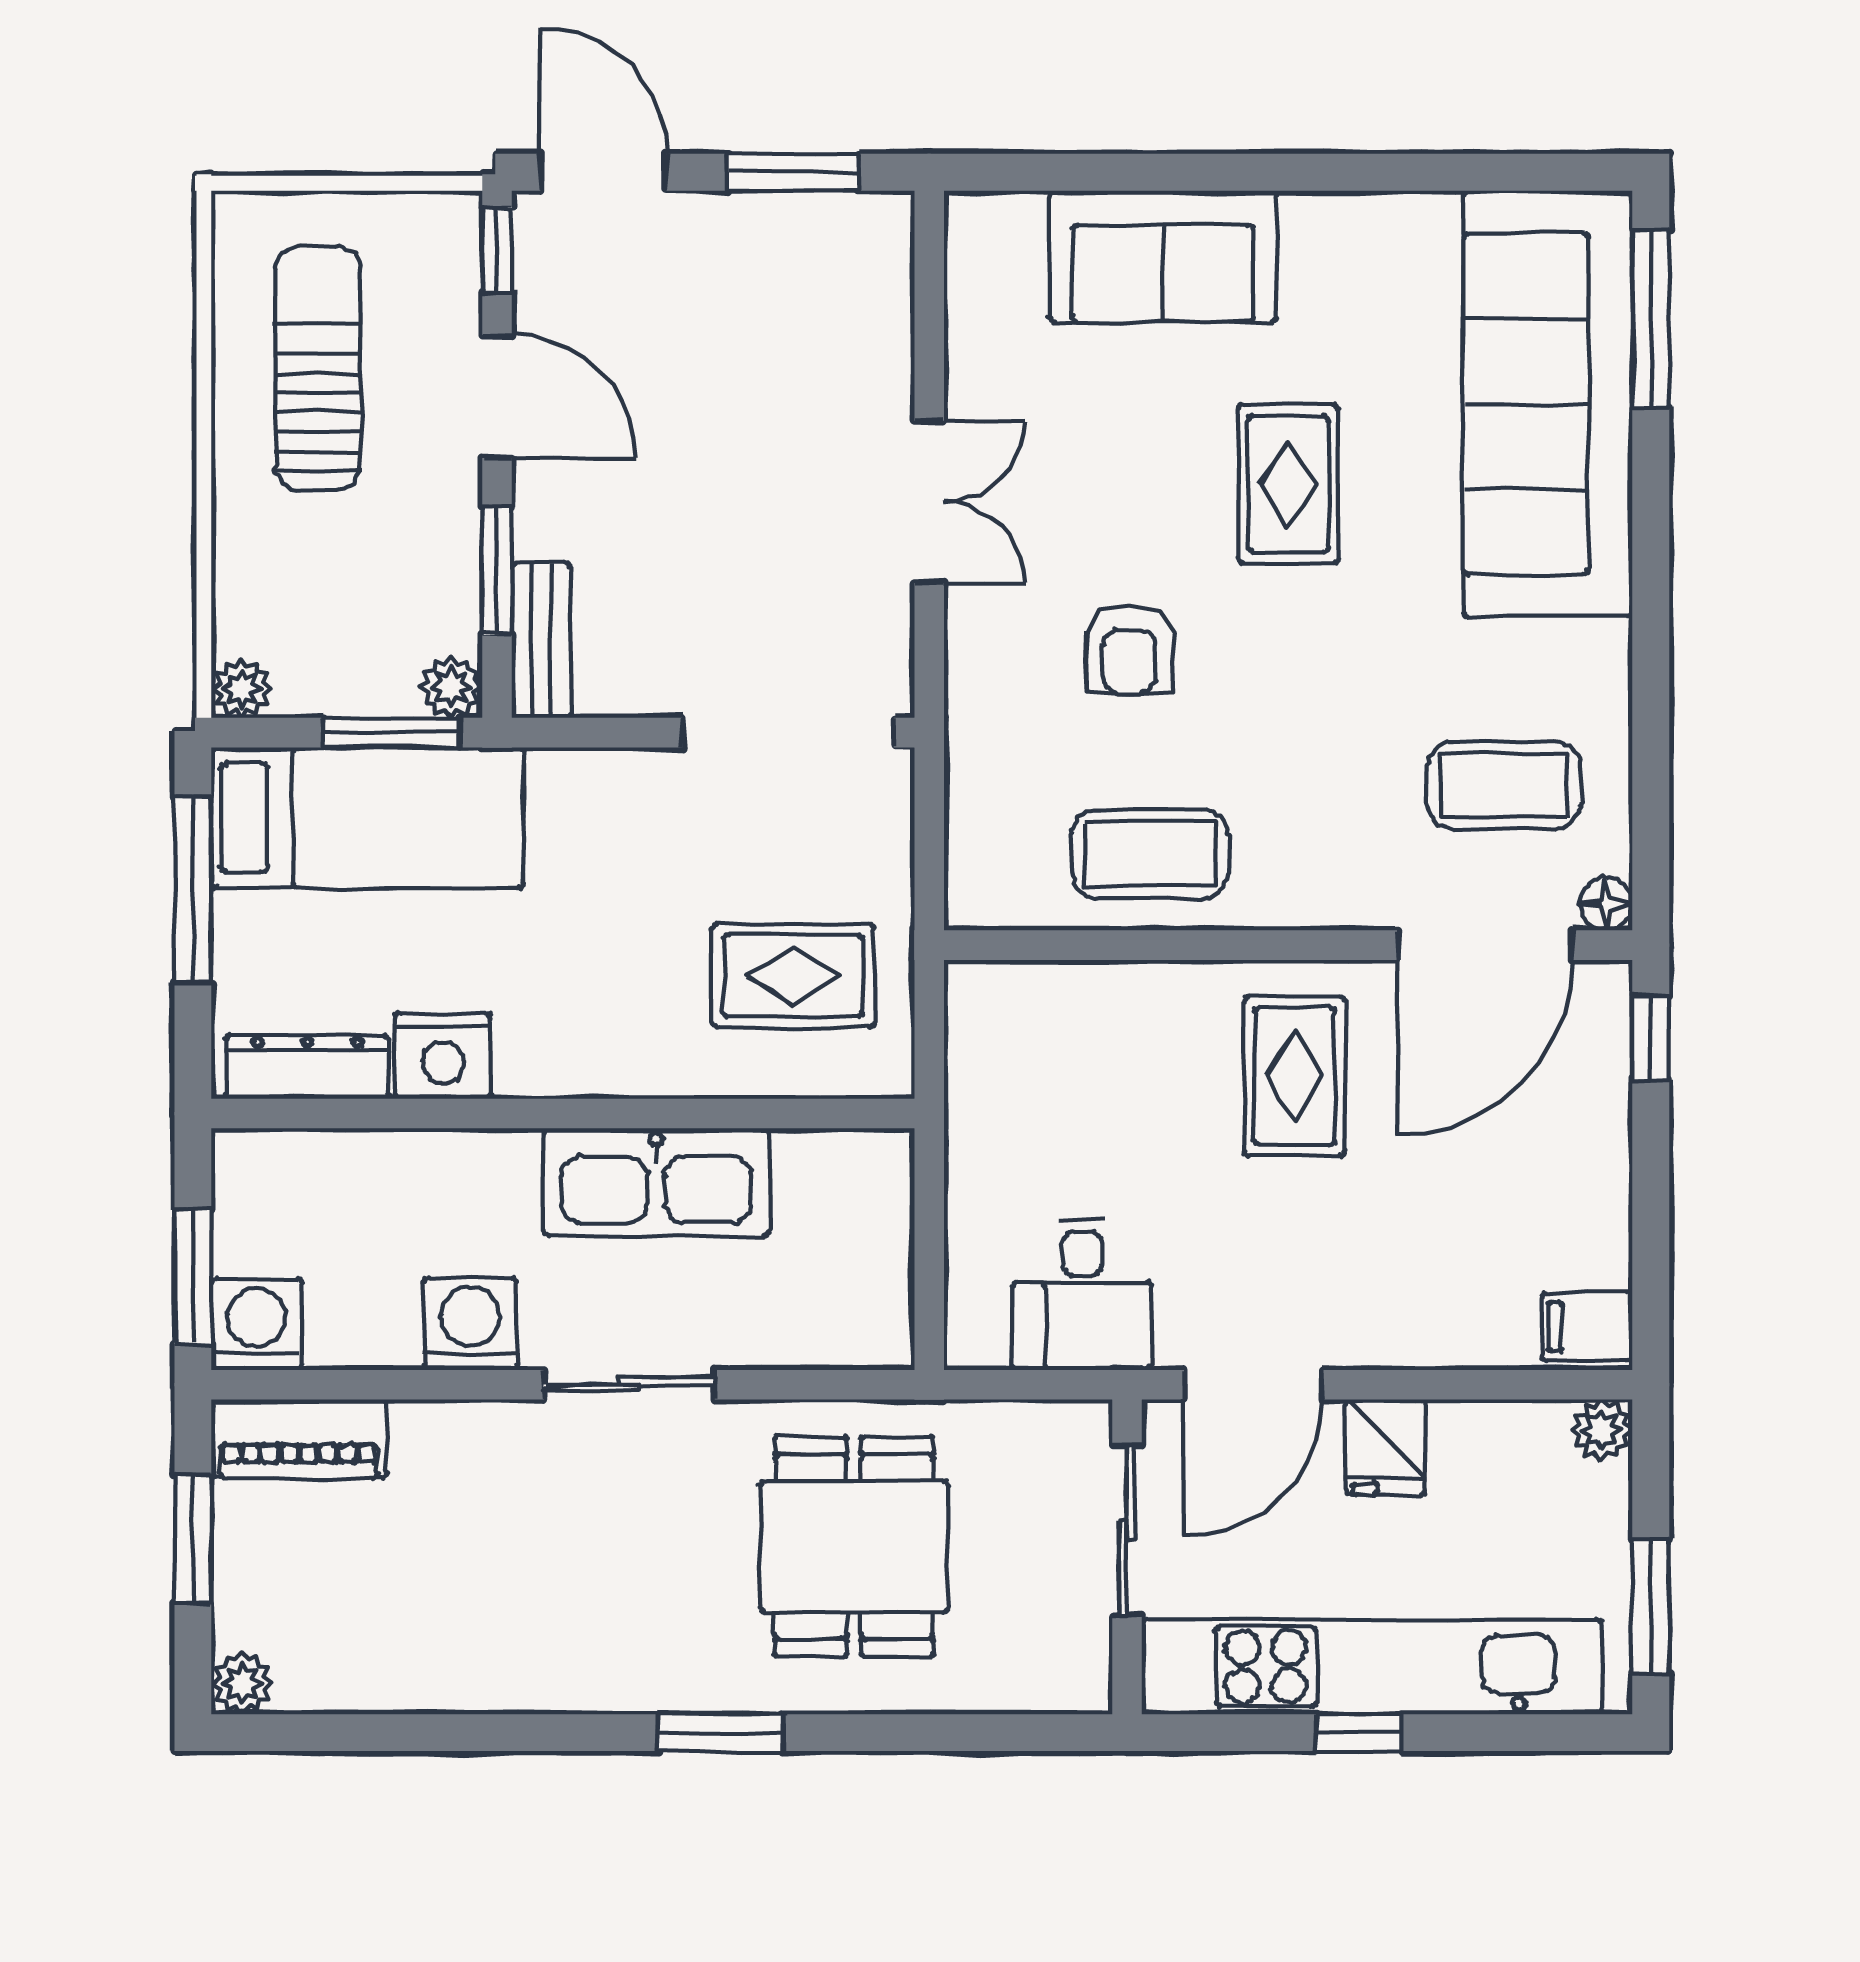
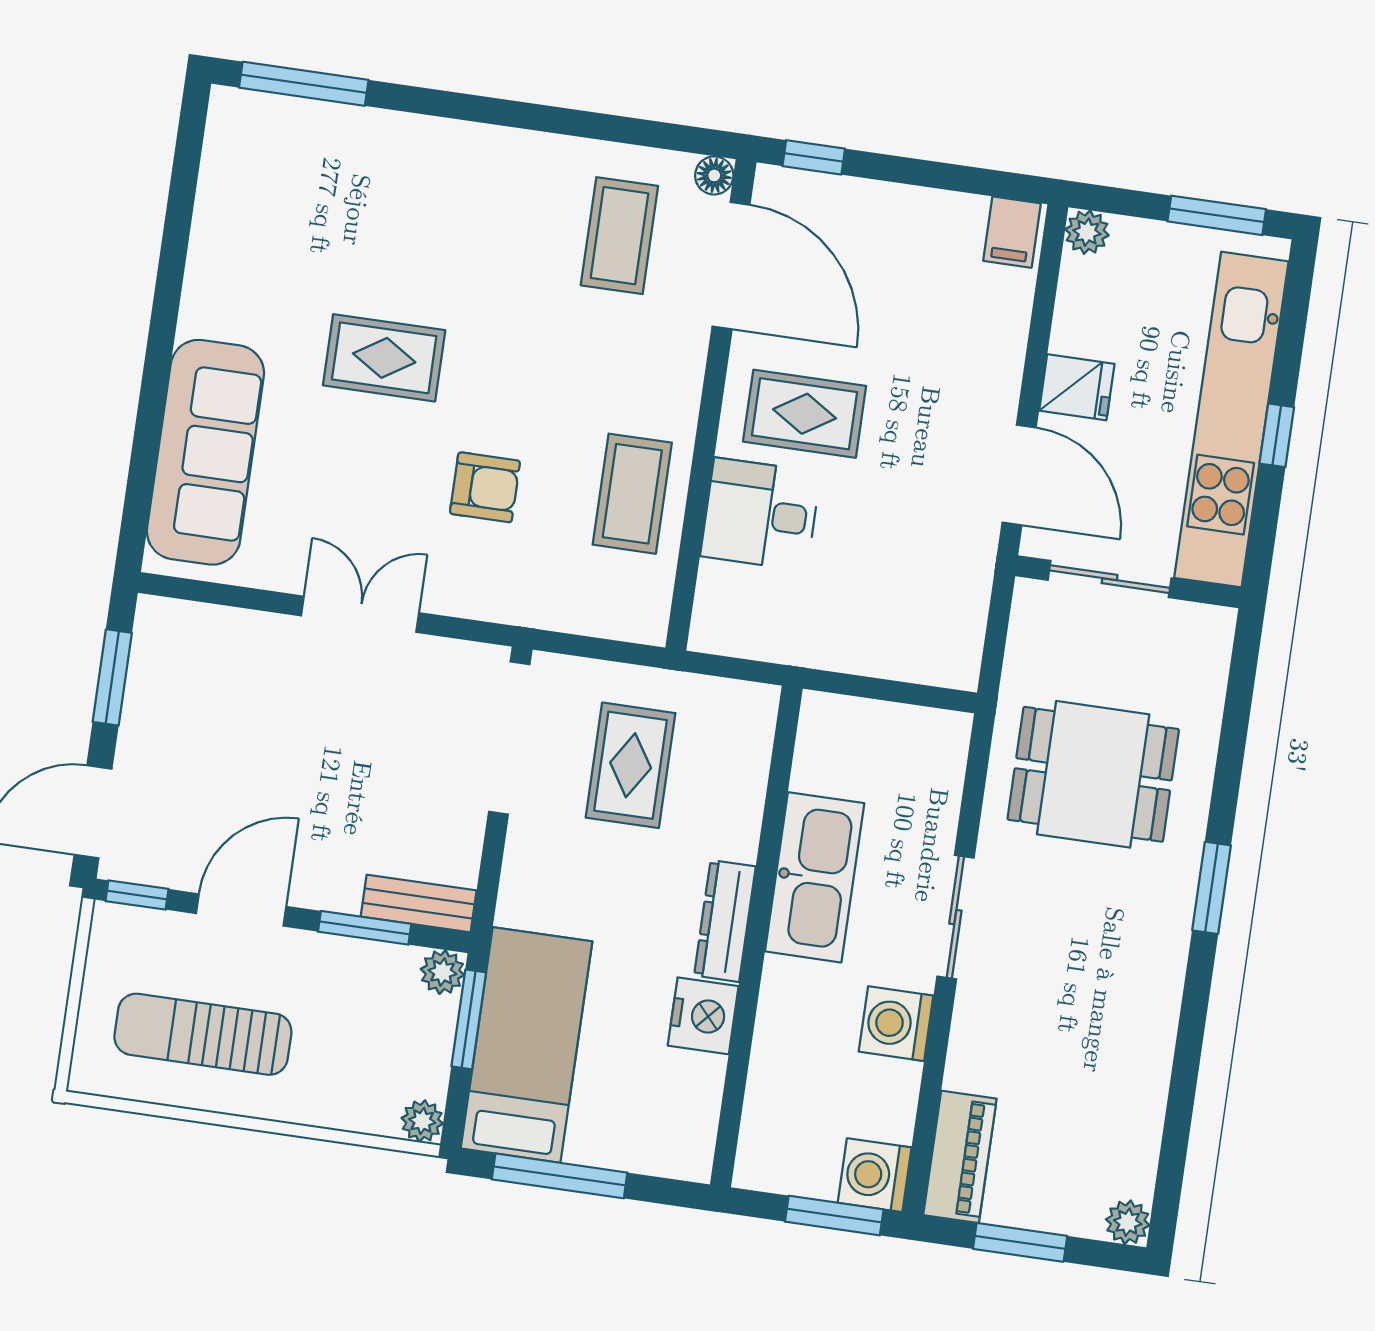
sofa: (1163, 256) -> (205, 452), width x1.36
sofa: (1548, 404) -> (354, 166), removed
rug: (793, 976) -> (631, 765), moved
dresser: (307, 1067) -> (725, 921), moved
desk: (1082, 1295) -> (760, 514), moved, turned 180

